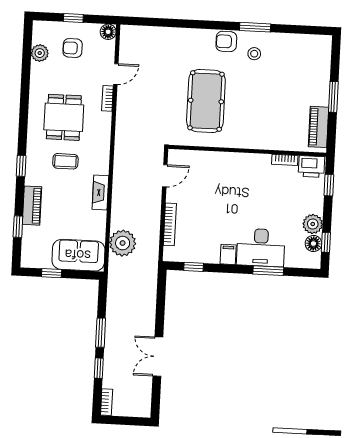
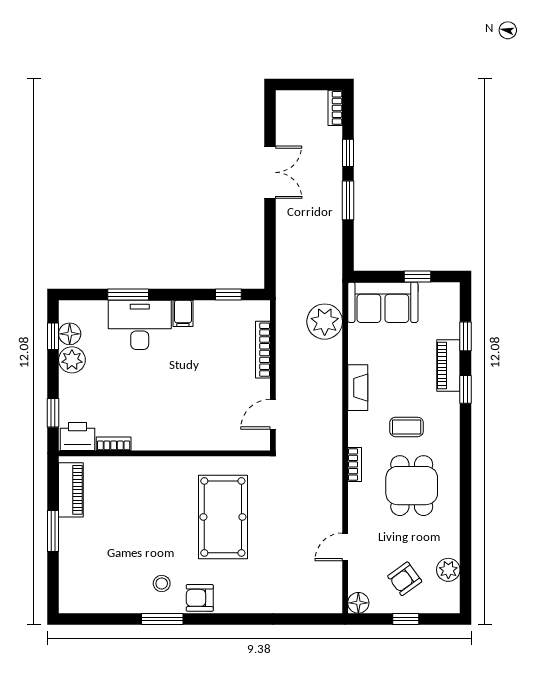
armchair: (226, 41) -> (200, 598), turned 180
armchair: (73, 48) -> (405, 579), turned 144
bookcase: (107, 98) -> (355, 464), moved
window: (21, 166) -> (466, 389), moved

